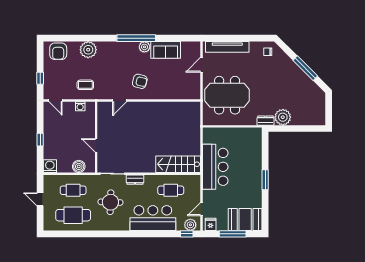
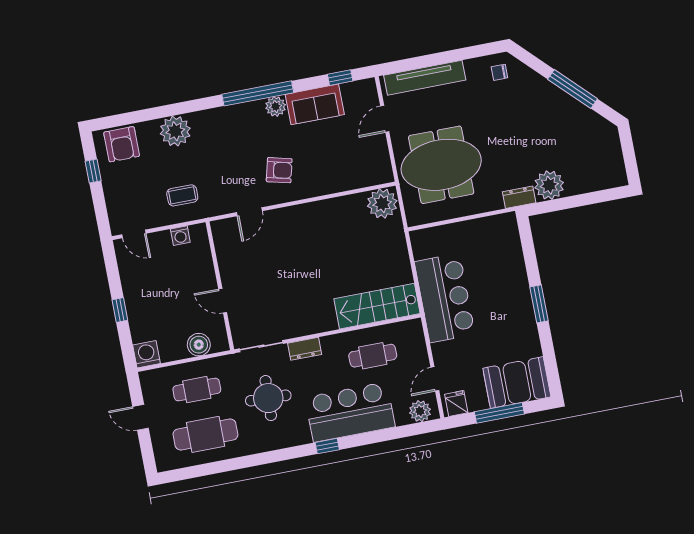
window: (182, 38) -> (340, 78), added
window: (40, 78) -> (93, 171), moved
plant: (191, 110) -> (382, 204), added
window: (187, 234) -> (327, 446), moved

